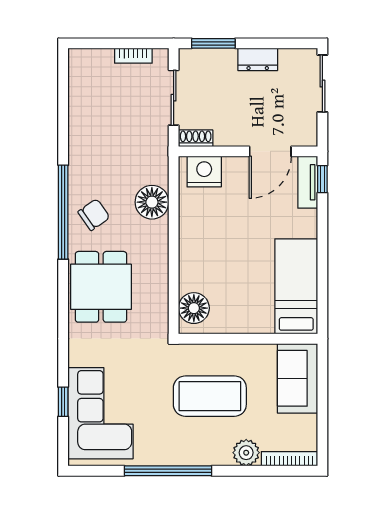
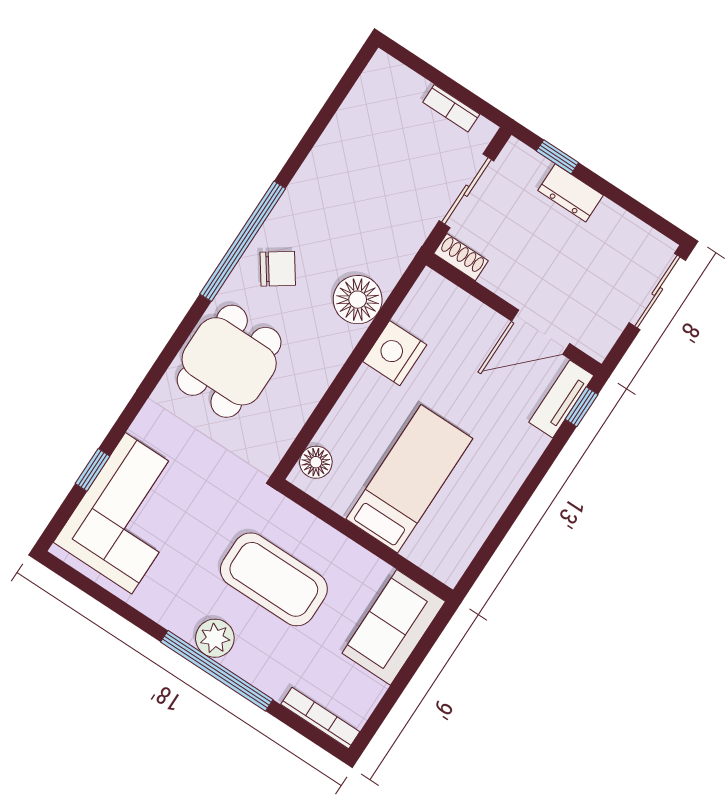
window: (213, 43) -> (557, 157), width x0.67
dresser: (258, 59) -> (570, 193), moved
nightstand: (204, 172) -> (395, 353), moved, turned -90
bed: (296, 286) -> (409, 479), moved
floor lamp: (194, 308) -> (316, 462), width x0.73, depth x0.73
plant: (246, 453) -> (215, 638), moved
window: (168, 471) -> (217, 671), moved

